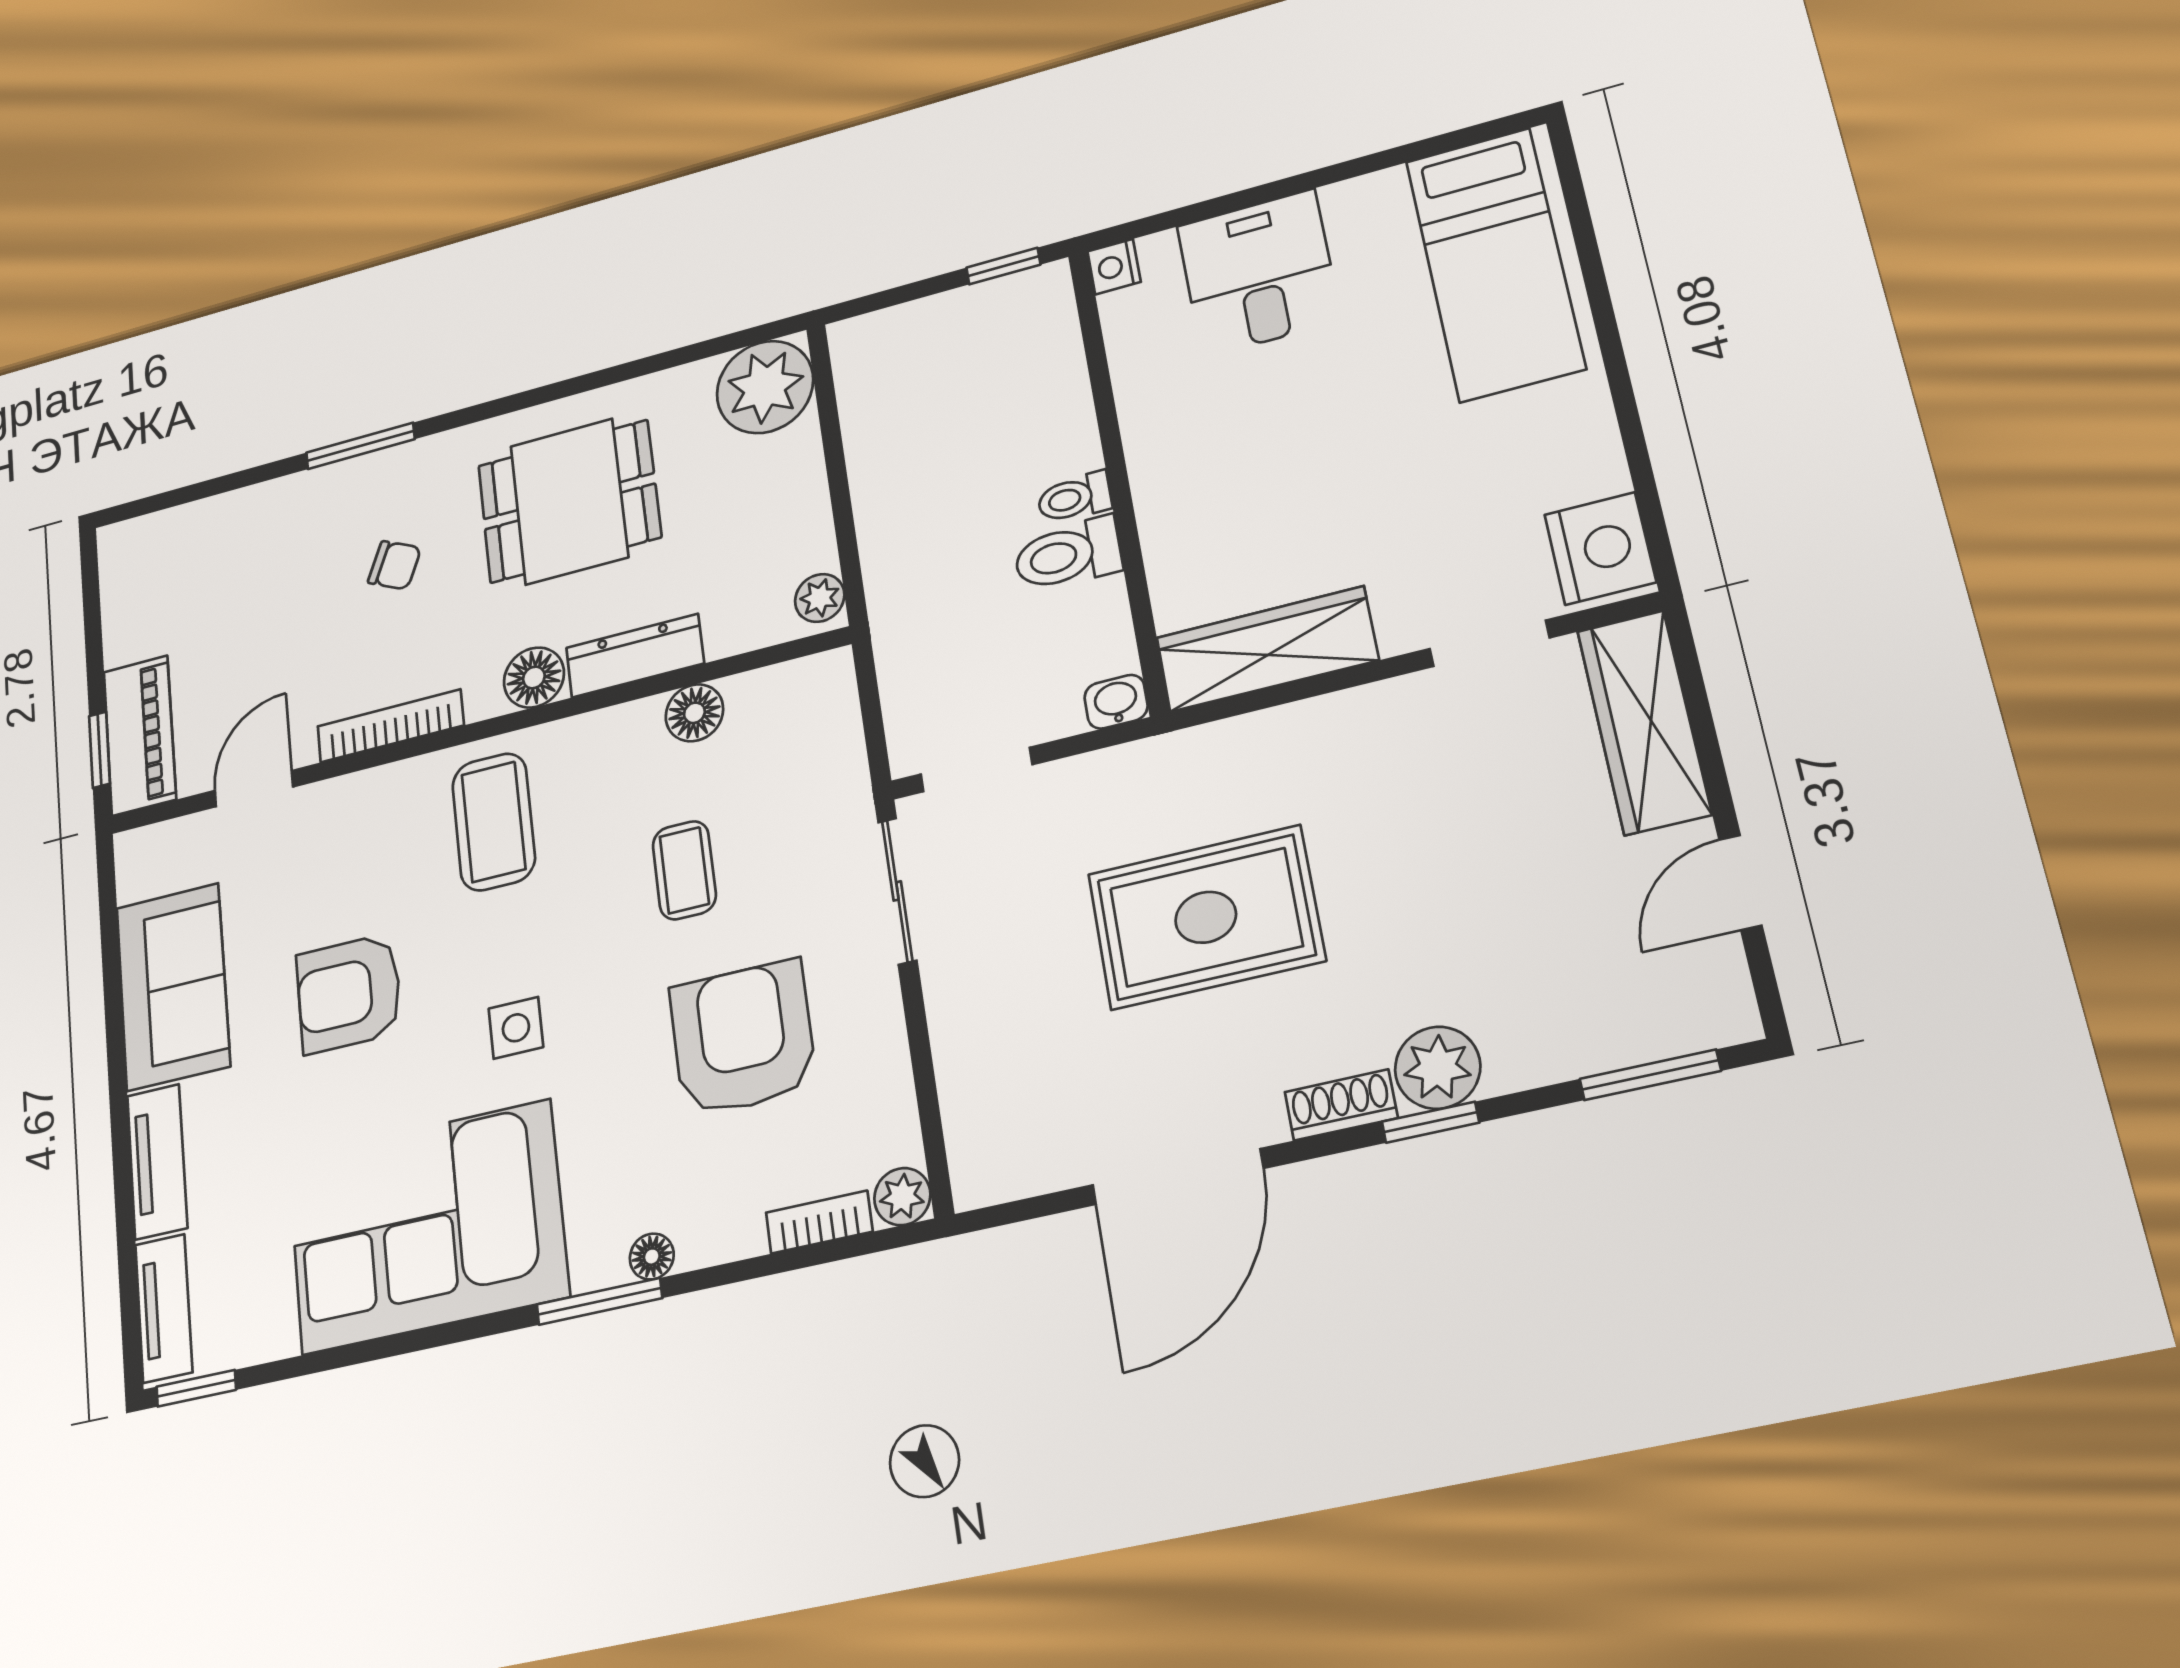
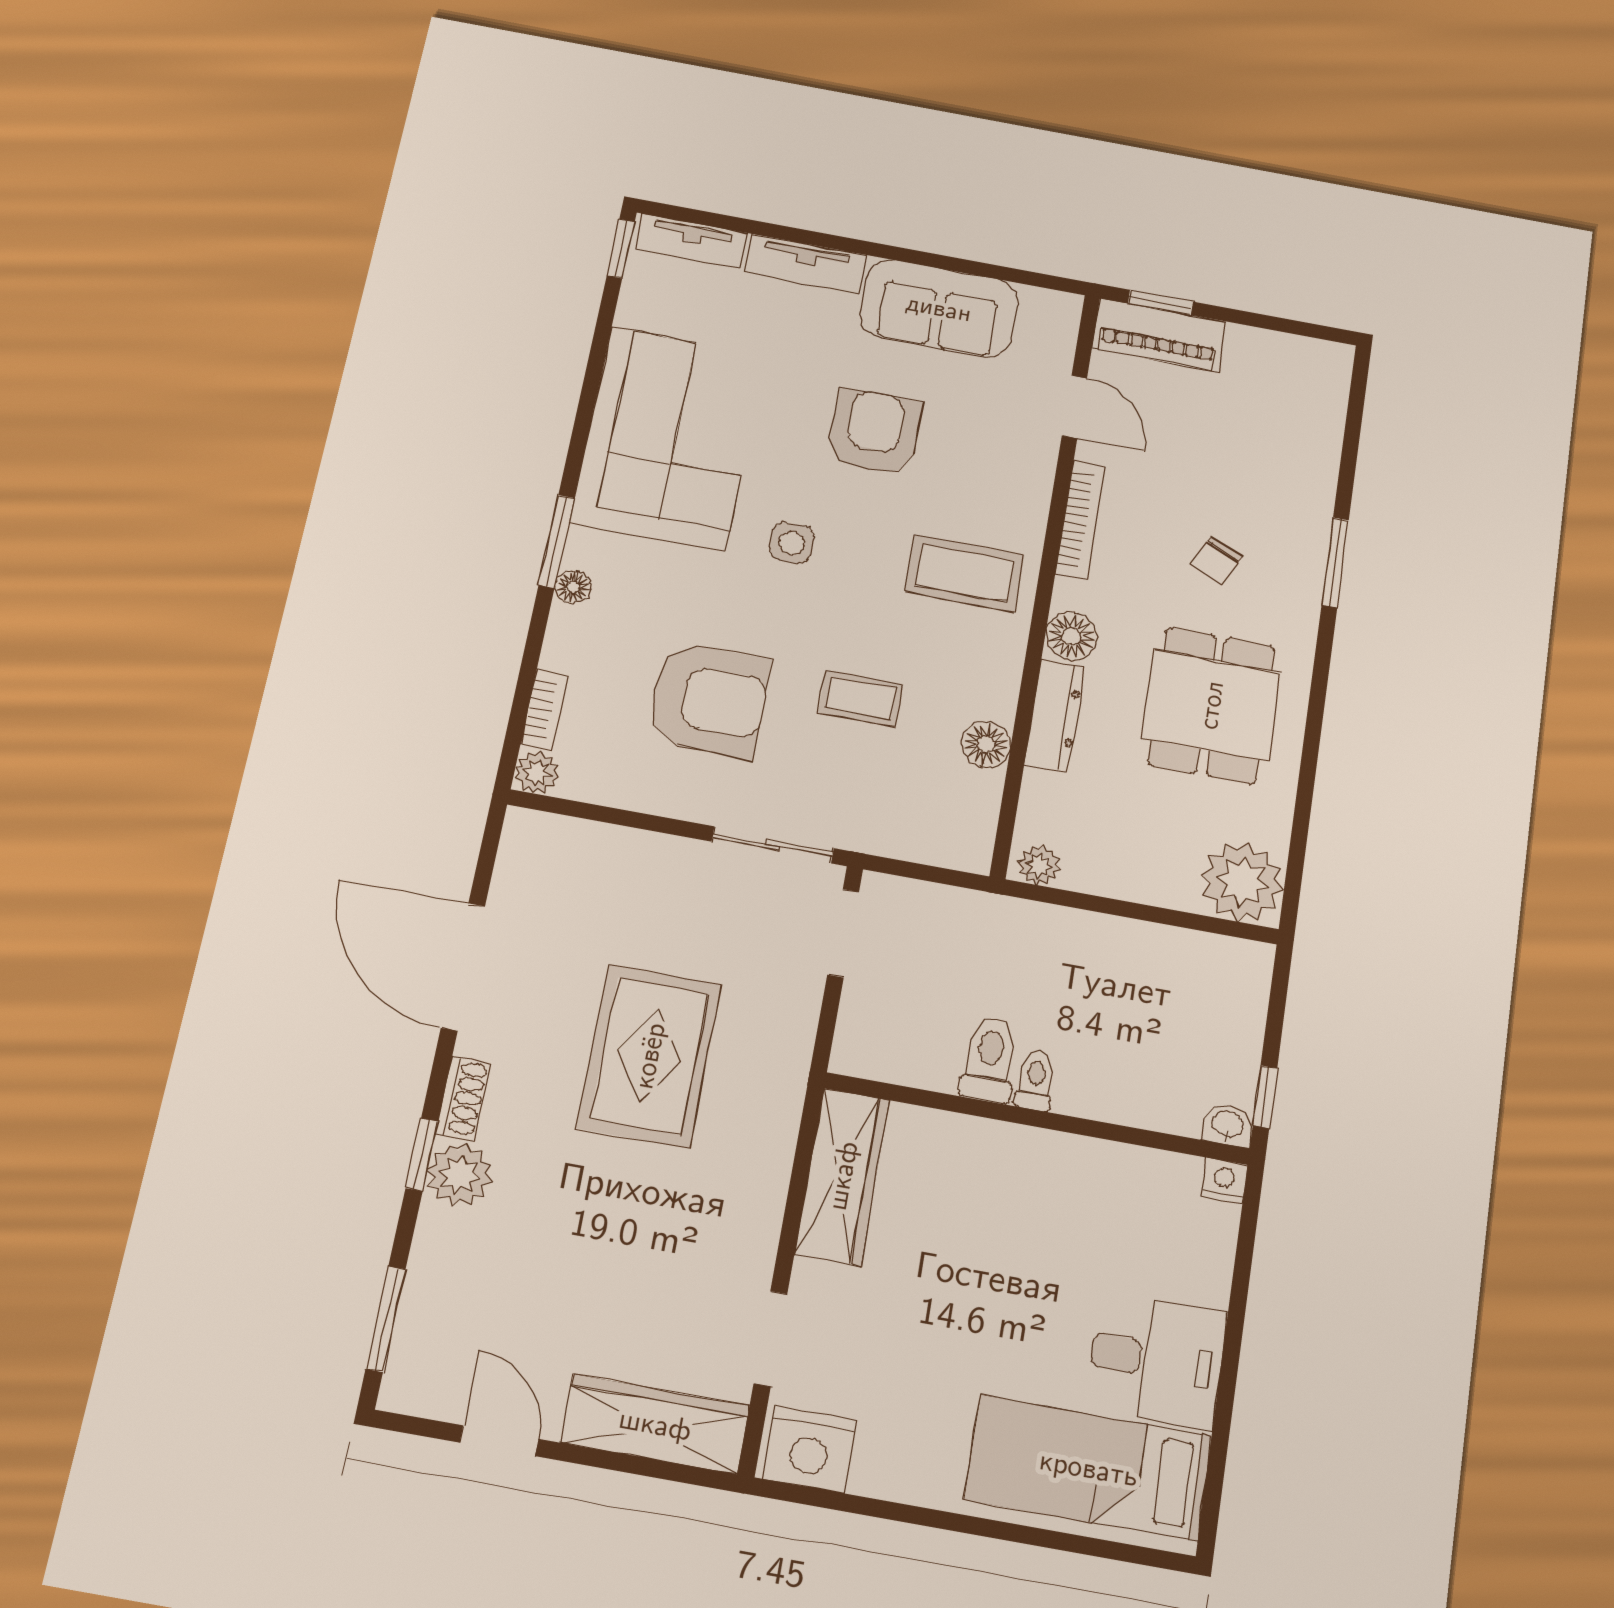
desk: (1259, 273) -> (1156, 1360), moved
washbasin: (1116, 702) -> (1228, 1125), moved, turned -90

